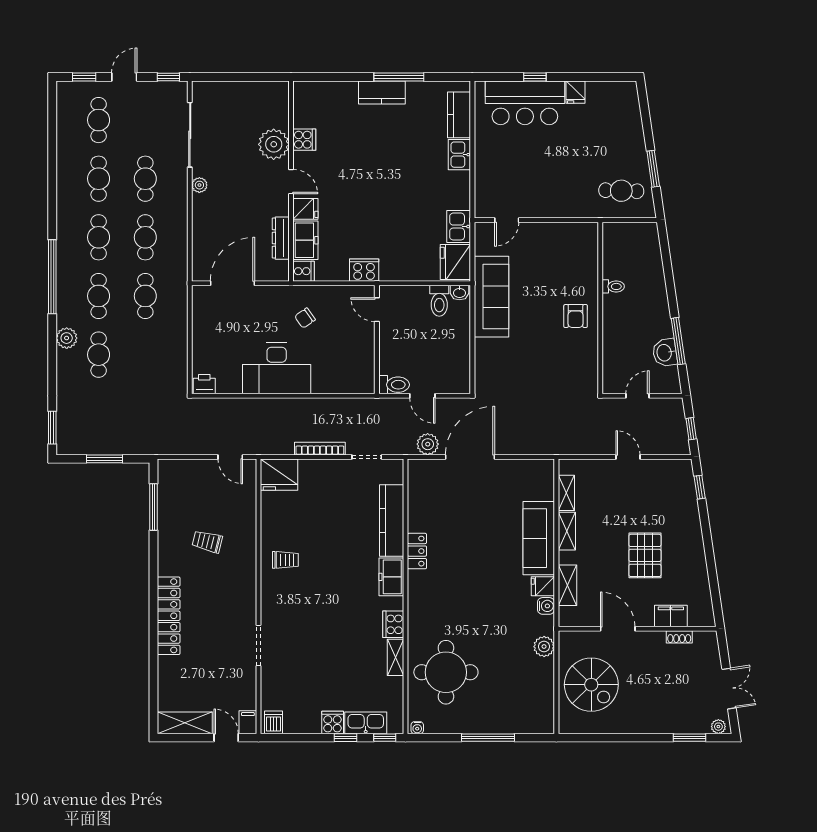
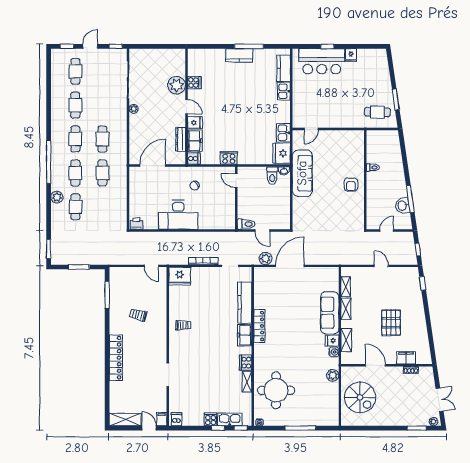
cafe table: (145, 179) -> (102, 105), removed
locker: (417, 551) -> (259, 326), width x1.53

